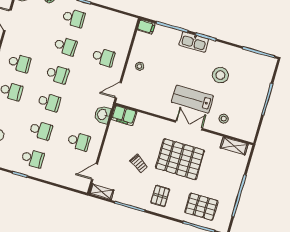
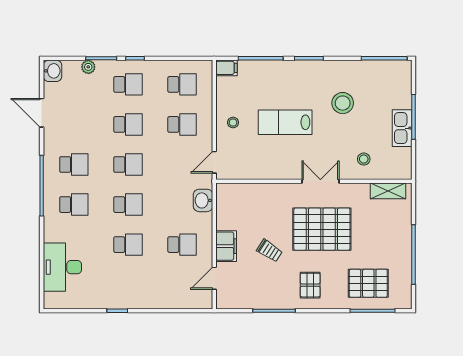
kitchen sink: (194, 42) -> (402, 128), moved, turned 90
lab bench: (192, 99) -> (285, 122), moved
filing cabinet: (124, 115) -> (226, 246), moved, turned -90
school desk: (33, 158) -> (182, 84), moved
shelving: (102, 192) -> (231, 302), removed

